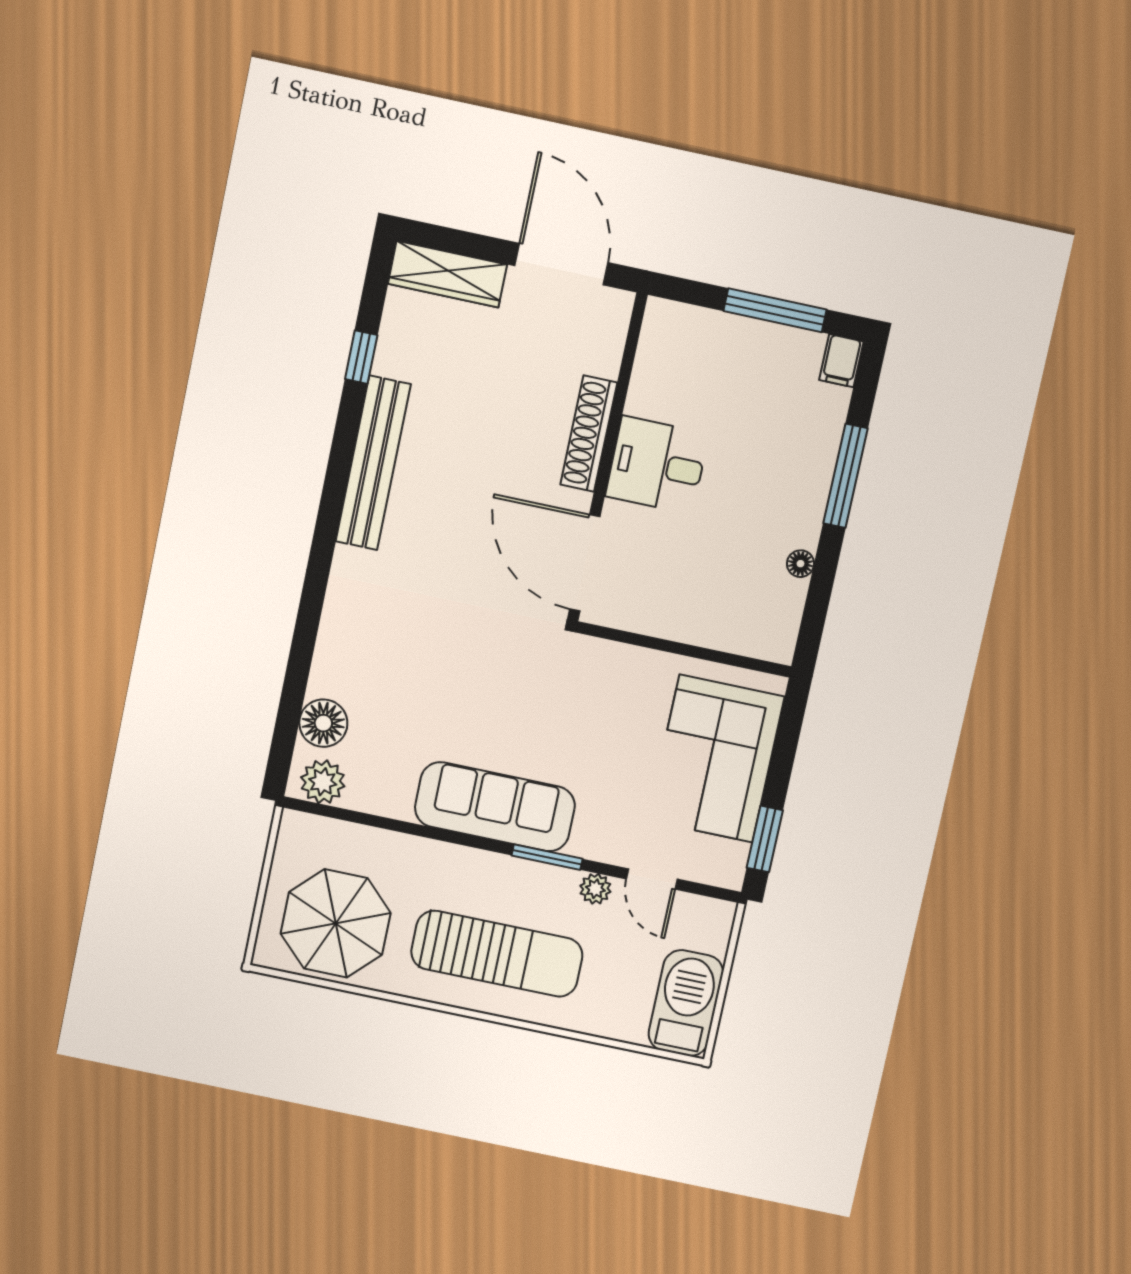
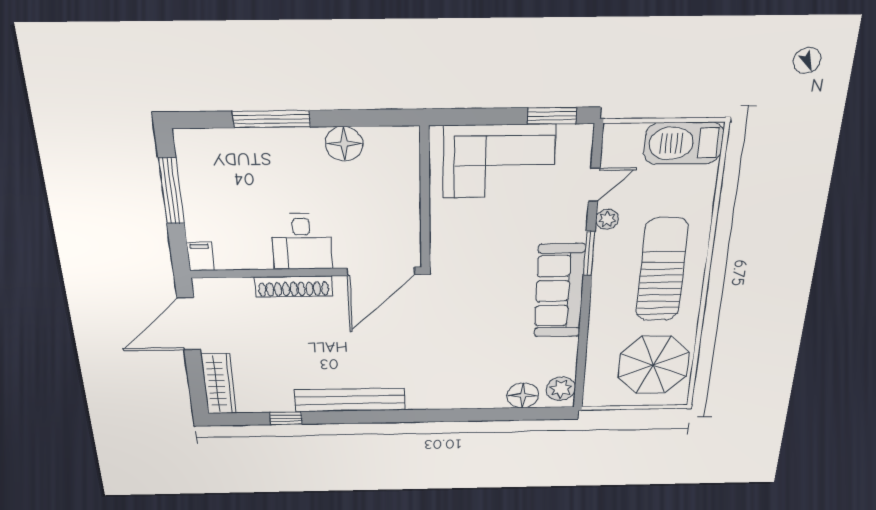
filing cabinet: (841, 361) -> (200, 256), moved, turned -90
floor lamp: (800, 564) -> (344, 144), width x1.89, depth x1.89

